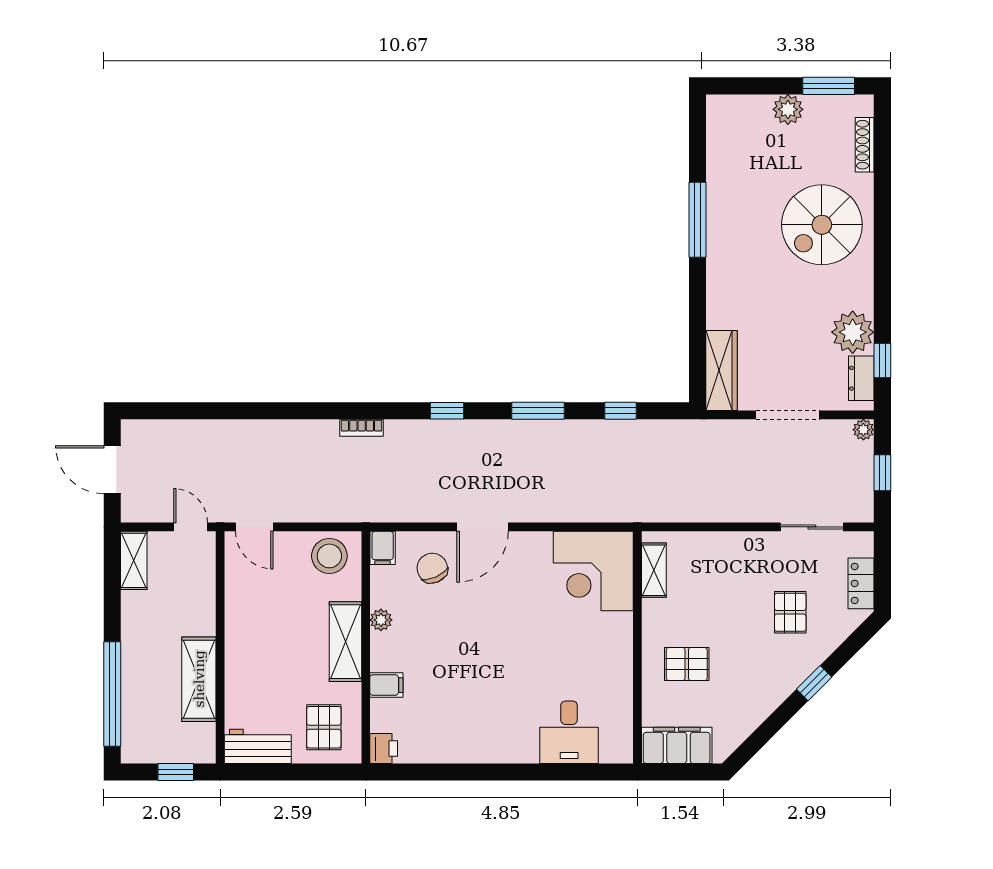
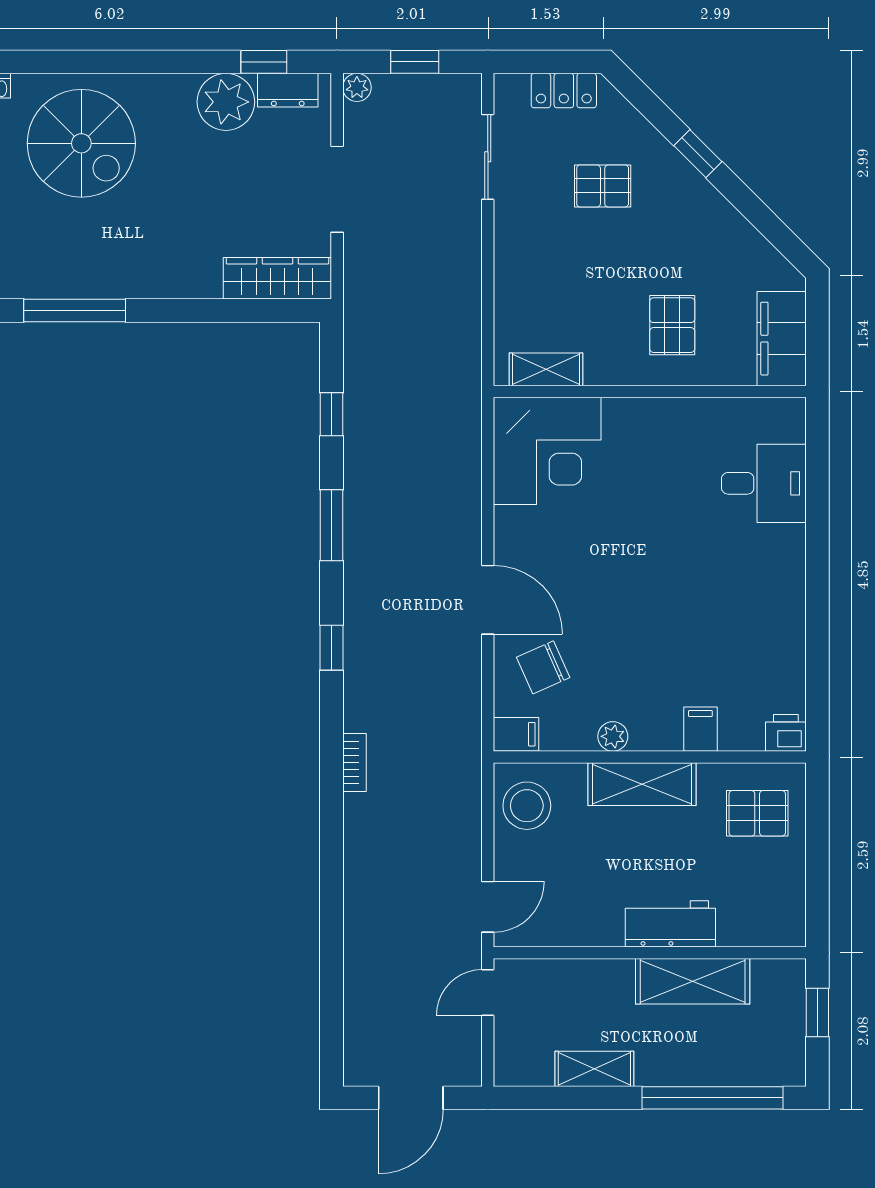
shelving: (134, 560) -> (594, 1069), moved
workbench: (258, 746) -> (670, 924), moved, turned 90

